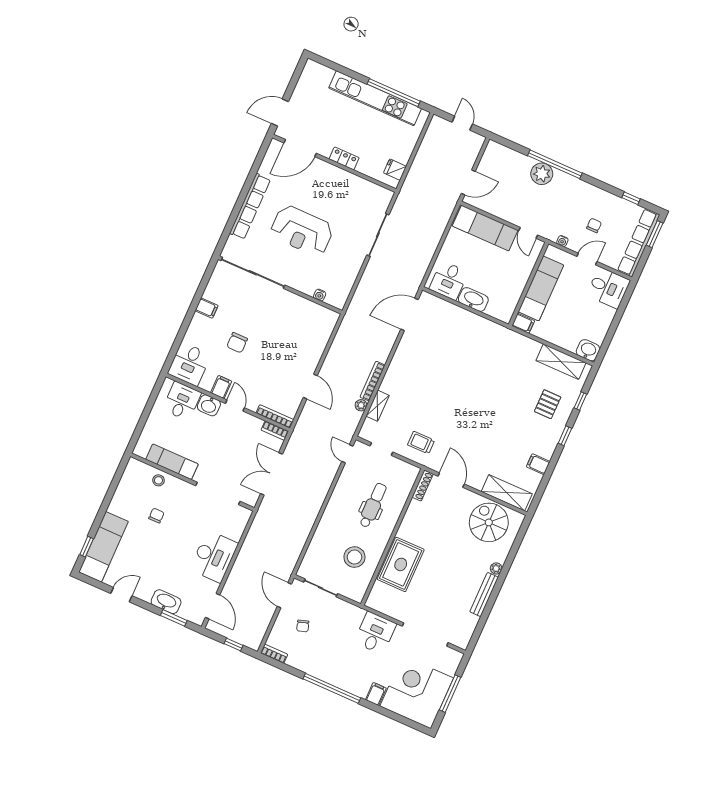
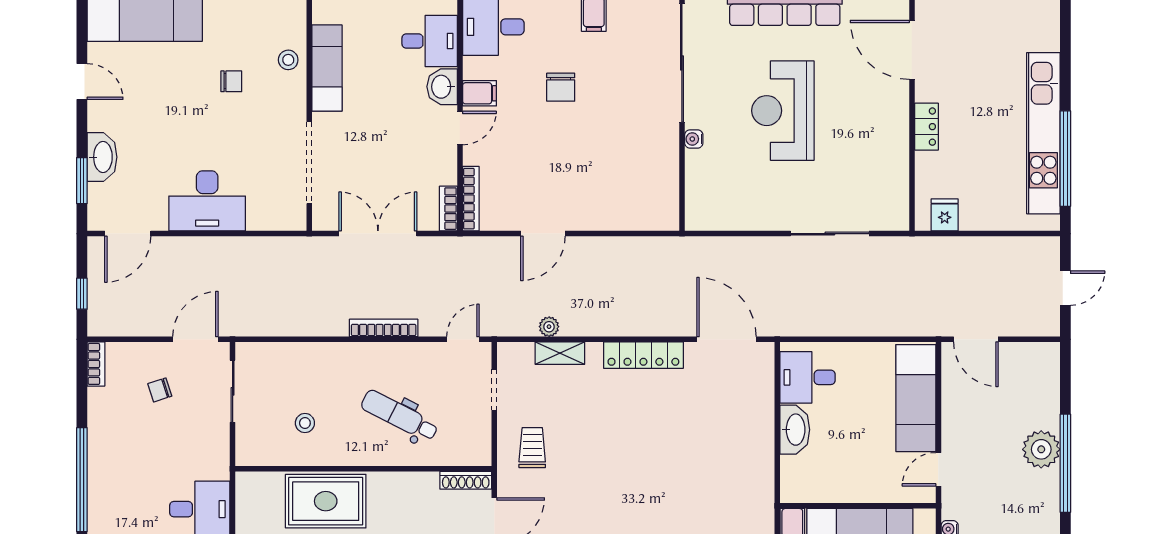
water cooler: (320, 295) -> (694, 139), moved
chair: (237, 343) -> (561, 87), turned -90
locker: (398, 362) -> (643, 355), added
bookcase: (373, 381) -> (384, 328), moved
dental chair: (373, 505) -> (400, 416), turned -153
stool: (354, 557) -> (305, 423), width x0.53, depth x0.53

